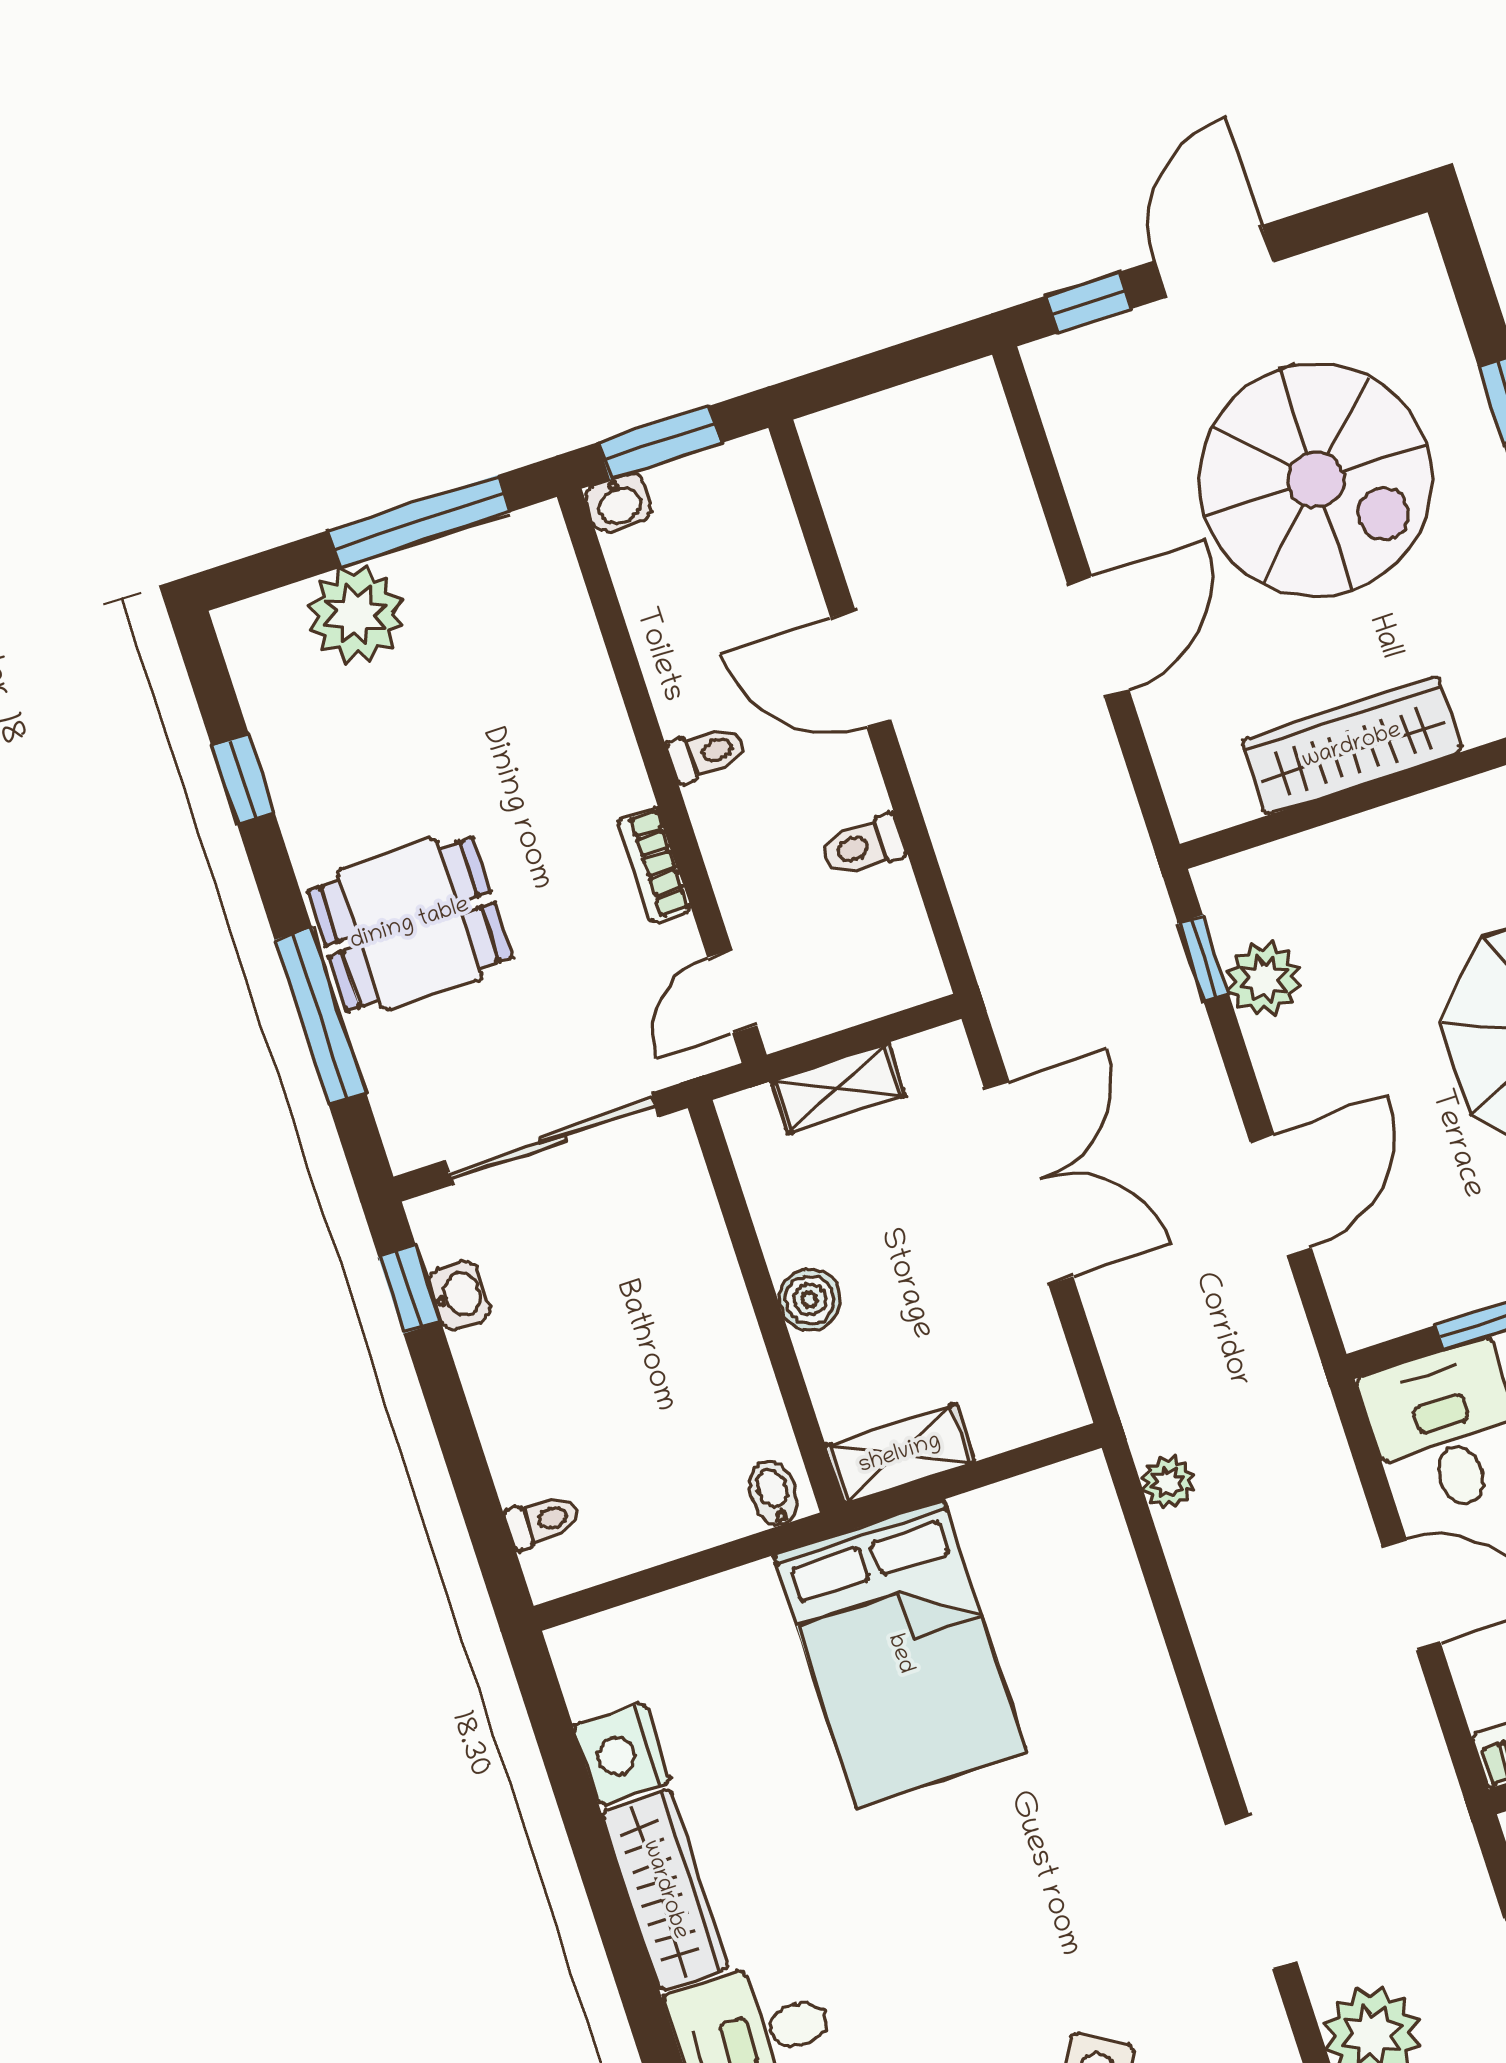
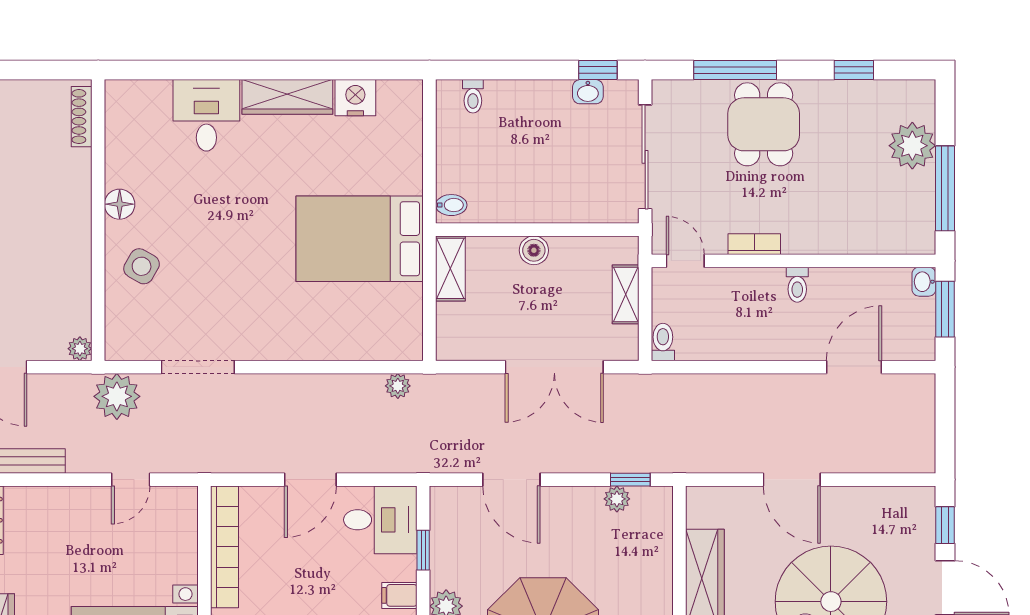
door: (861, 669) -> (854, 367), moved
toilet: (863, 846) -> (663, 342), moved
plant: (1264, 979) -> (617, 499), width x0.73, depth x0.73

